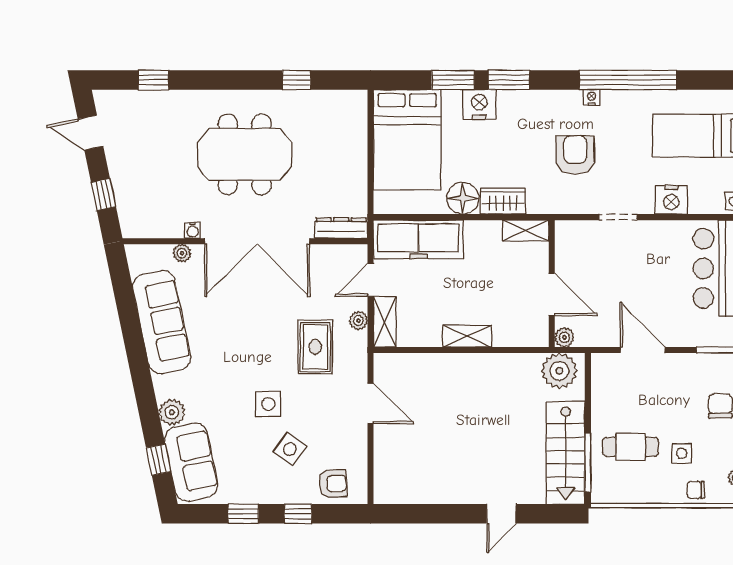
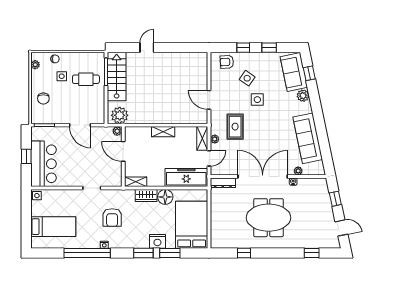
nightstand: (671, 200) -> (67, 196), removed

